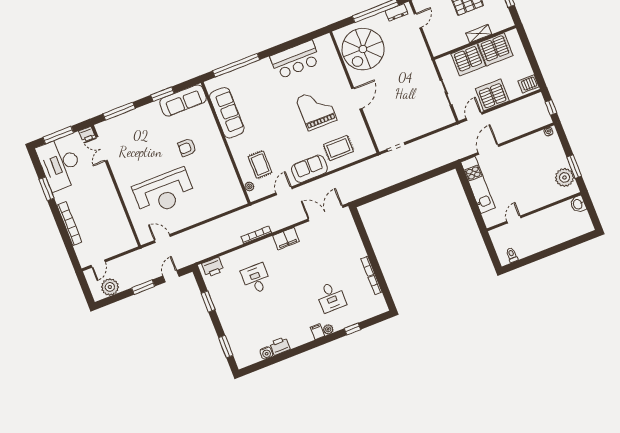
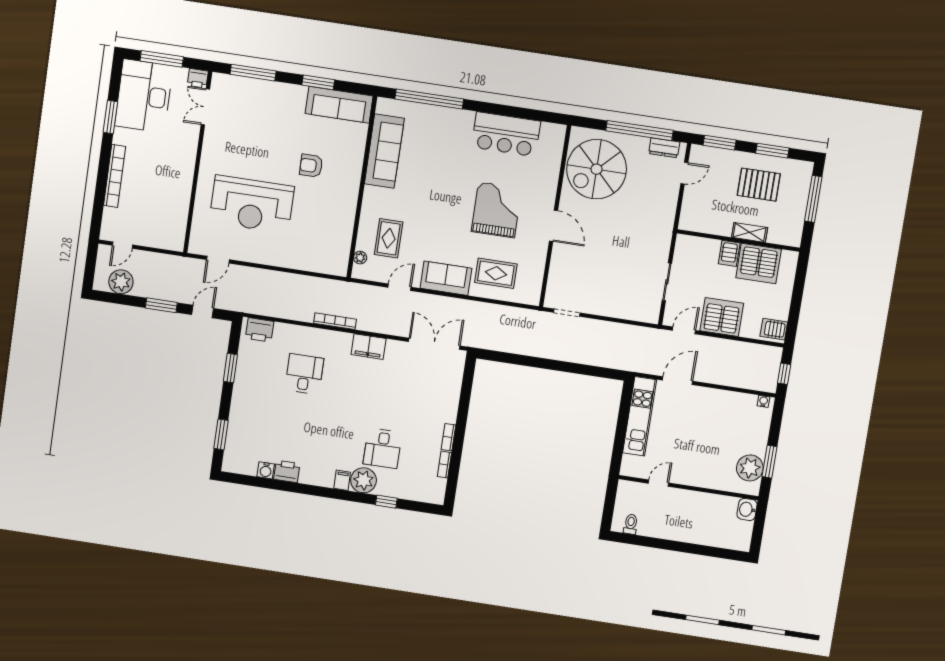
server rack: (468, 60) -> (729, 253), width x0.46, depth x0.70
door: (357, 99) -> (554, 226), hinge flipped
door: (162, 239) -> (218, 260), swing flipped
plant: (328, 329) -> (364, 480), width x1.88, depth x1.88

